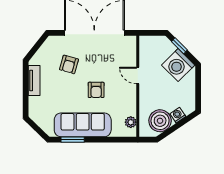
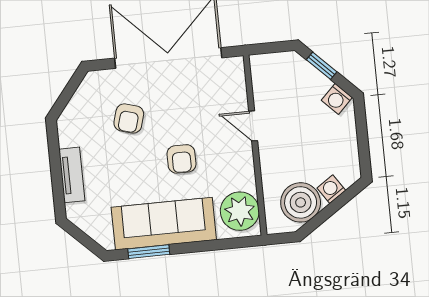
washing machine: (178, 65) -> (337, 99), width x0.53, depth x0.53
tv unit: (34, 81) -> (72, 175), moved
plant: (131, 122) -> (240, 211), width x1.88, depth x1.88

